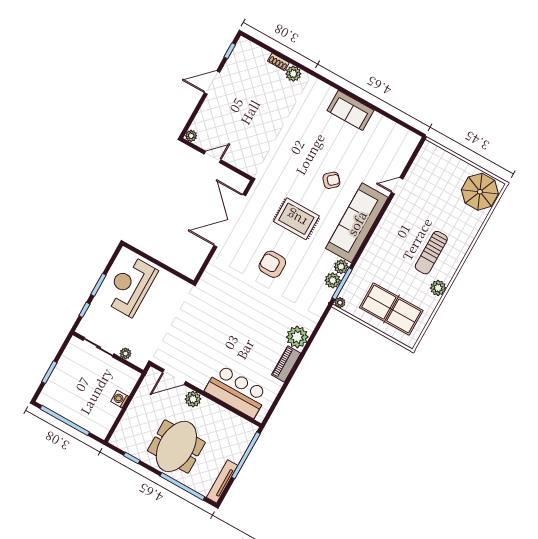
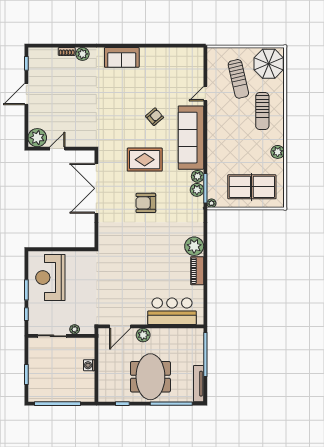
sofa: (350, 110) -> (122, 57), moved
plant: (191, 136) -> (37, 138), width x1.87, depth x1.87
sun lounger: (440, 190) -> (238, 79), added
sun lounger: (431, 253) -> (262, 111), moved

